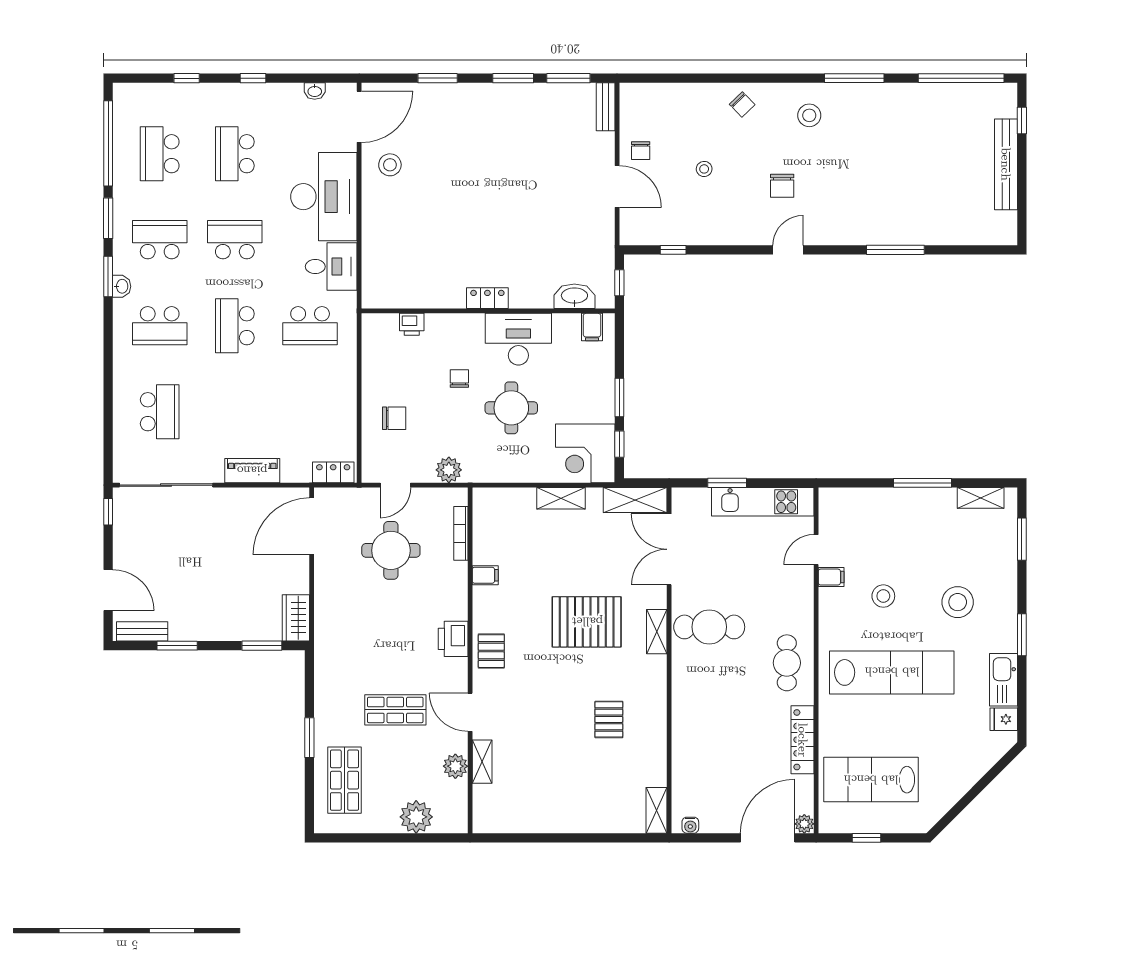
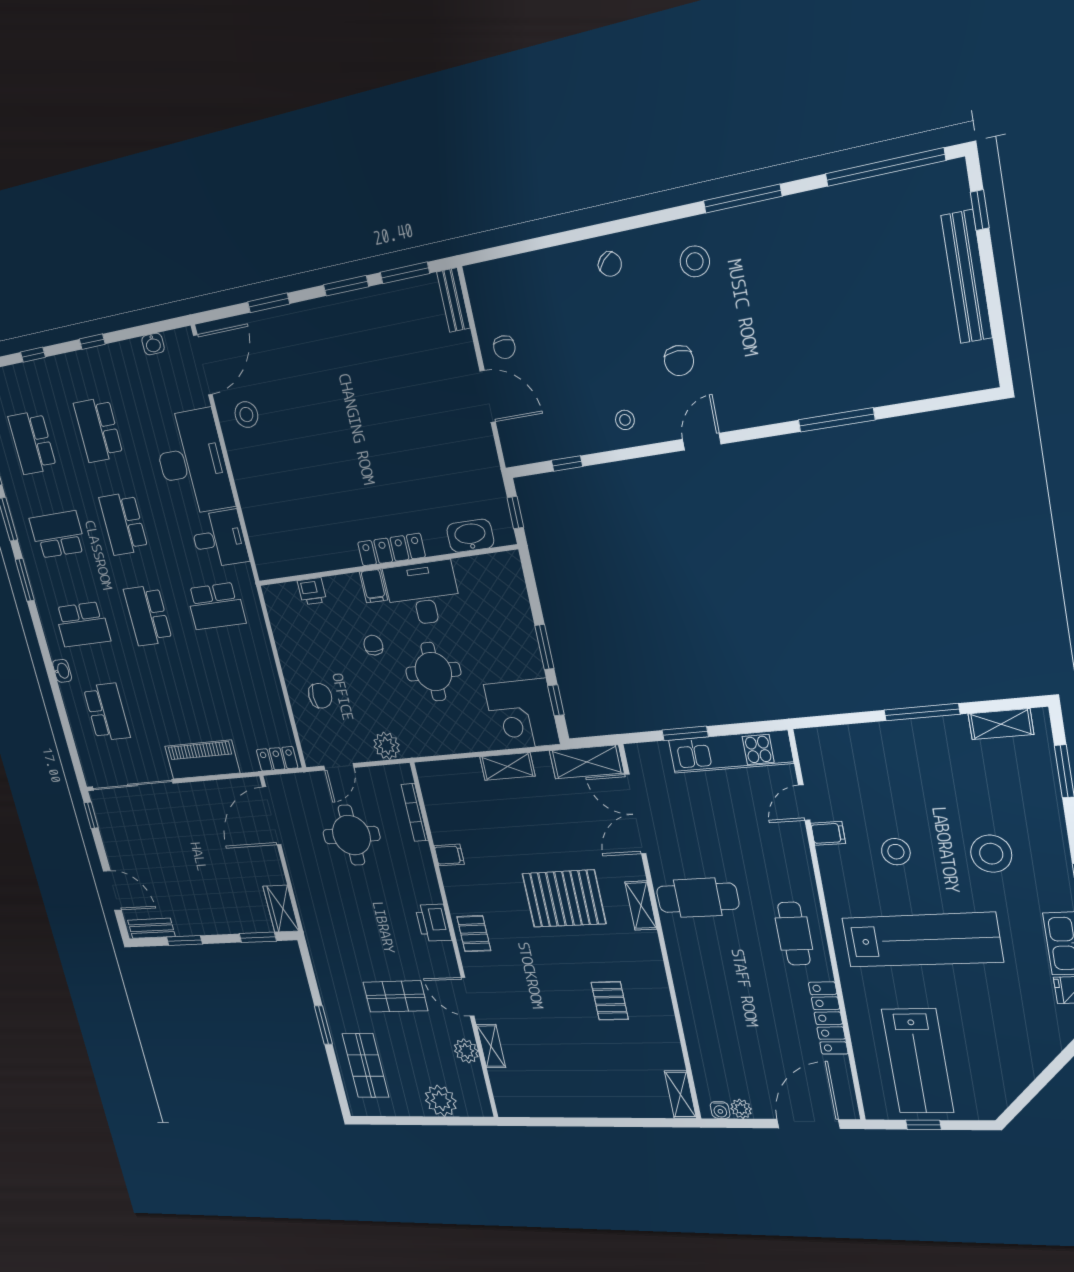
stool: (704, 169) -> (625, 420), moved
school desk: (235, 240) -> (123, 524), turned -90
washbasin: (122, 286) -> (62, 671), moved
locker: (487, 298) -> (391, 550), width x1.53
filing cabinet: (592, 327) -> (373, 586), moved
piano: (252, 471) -> (202, 760), width x1.37, depth x1.33
lab bench: (871, 780) -> (918, 1061), turned -90
plant: (804, 824) -> (741, 1109), moved

